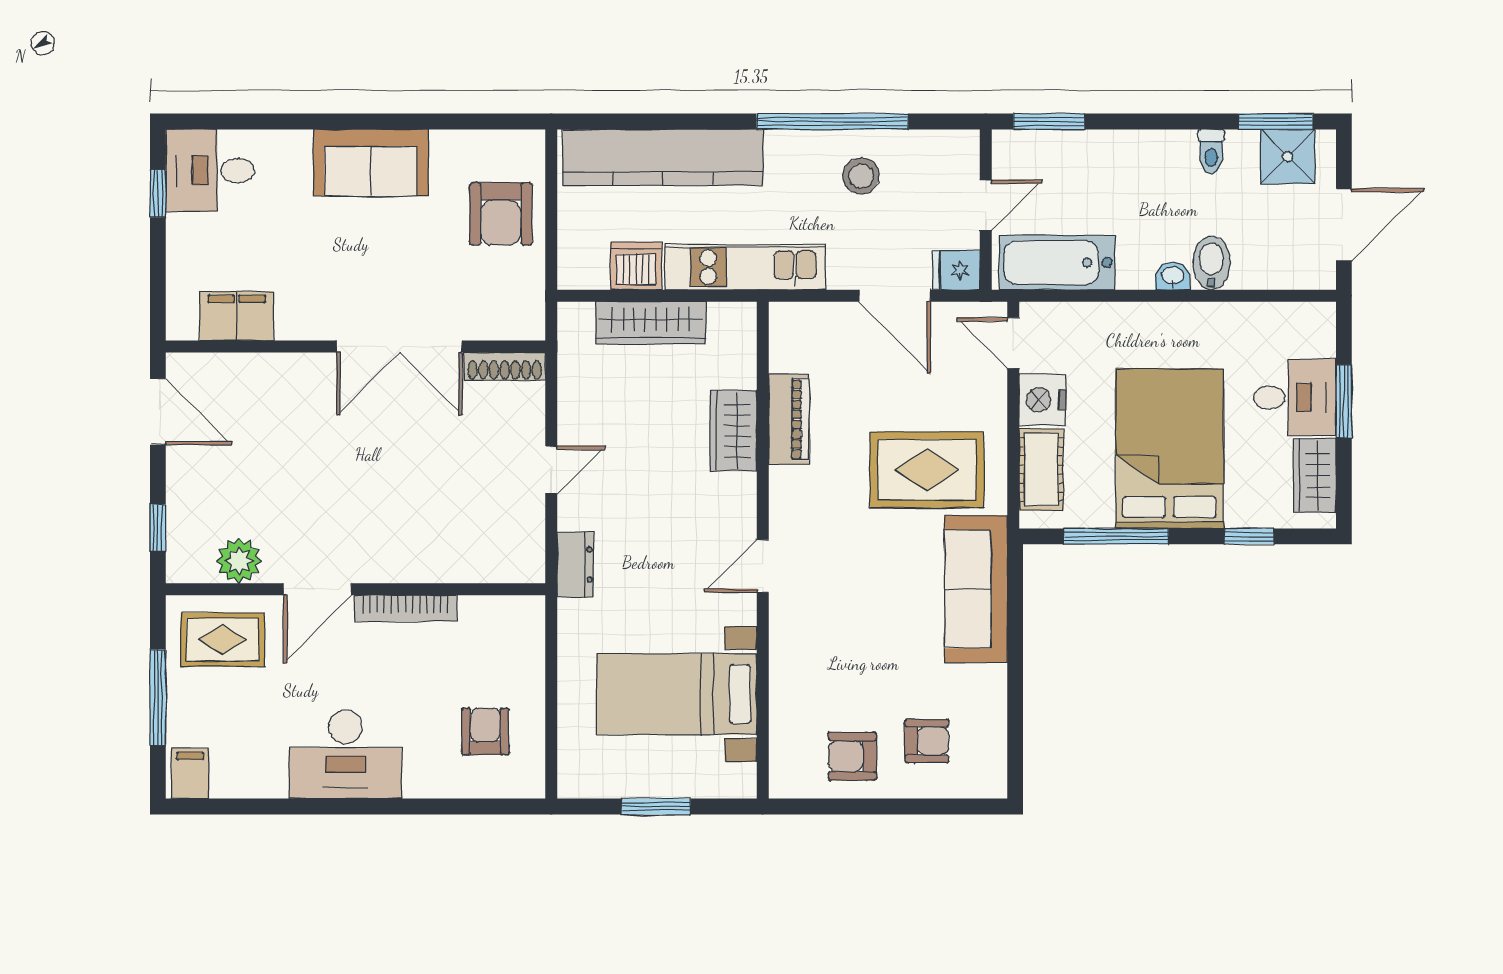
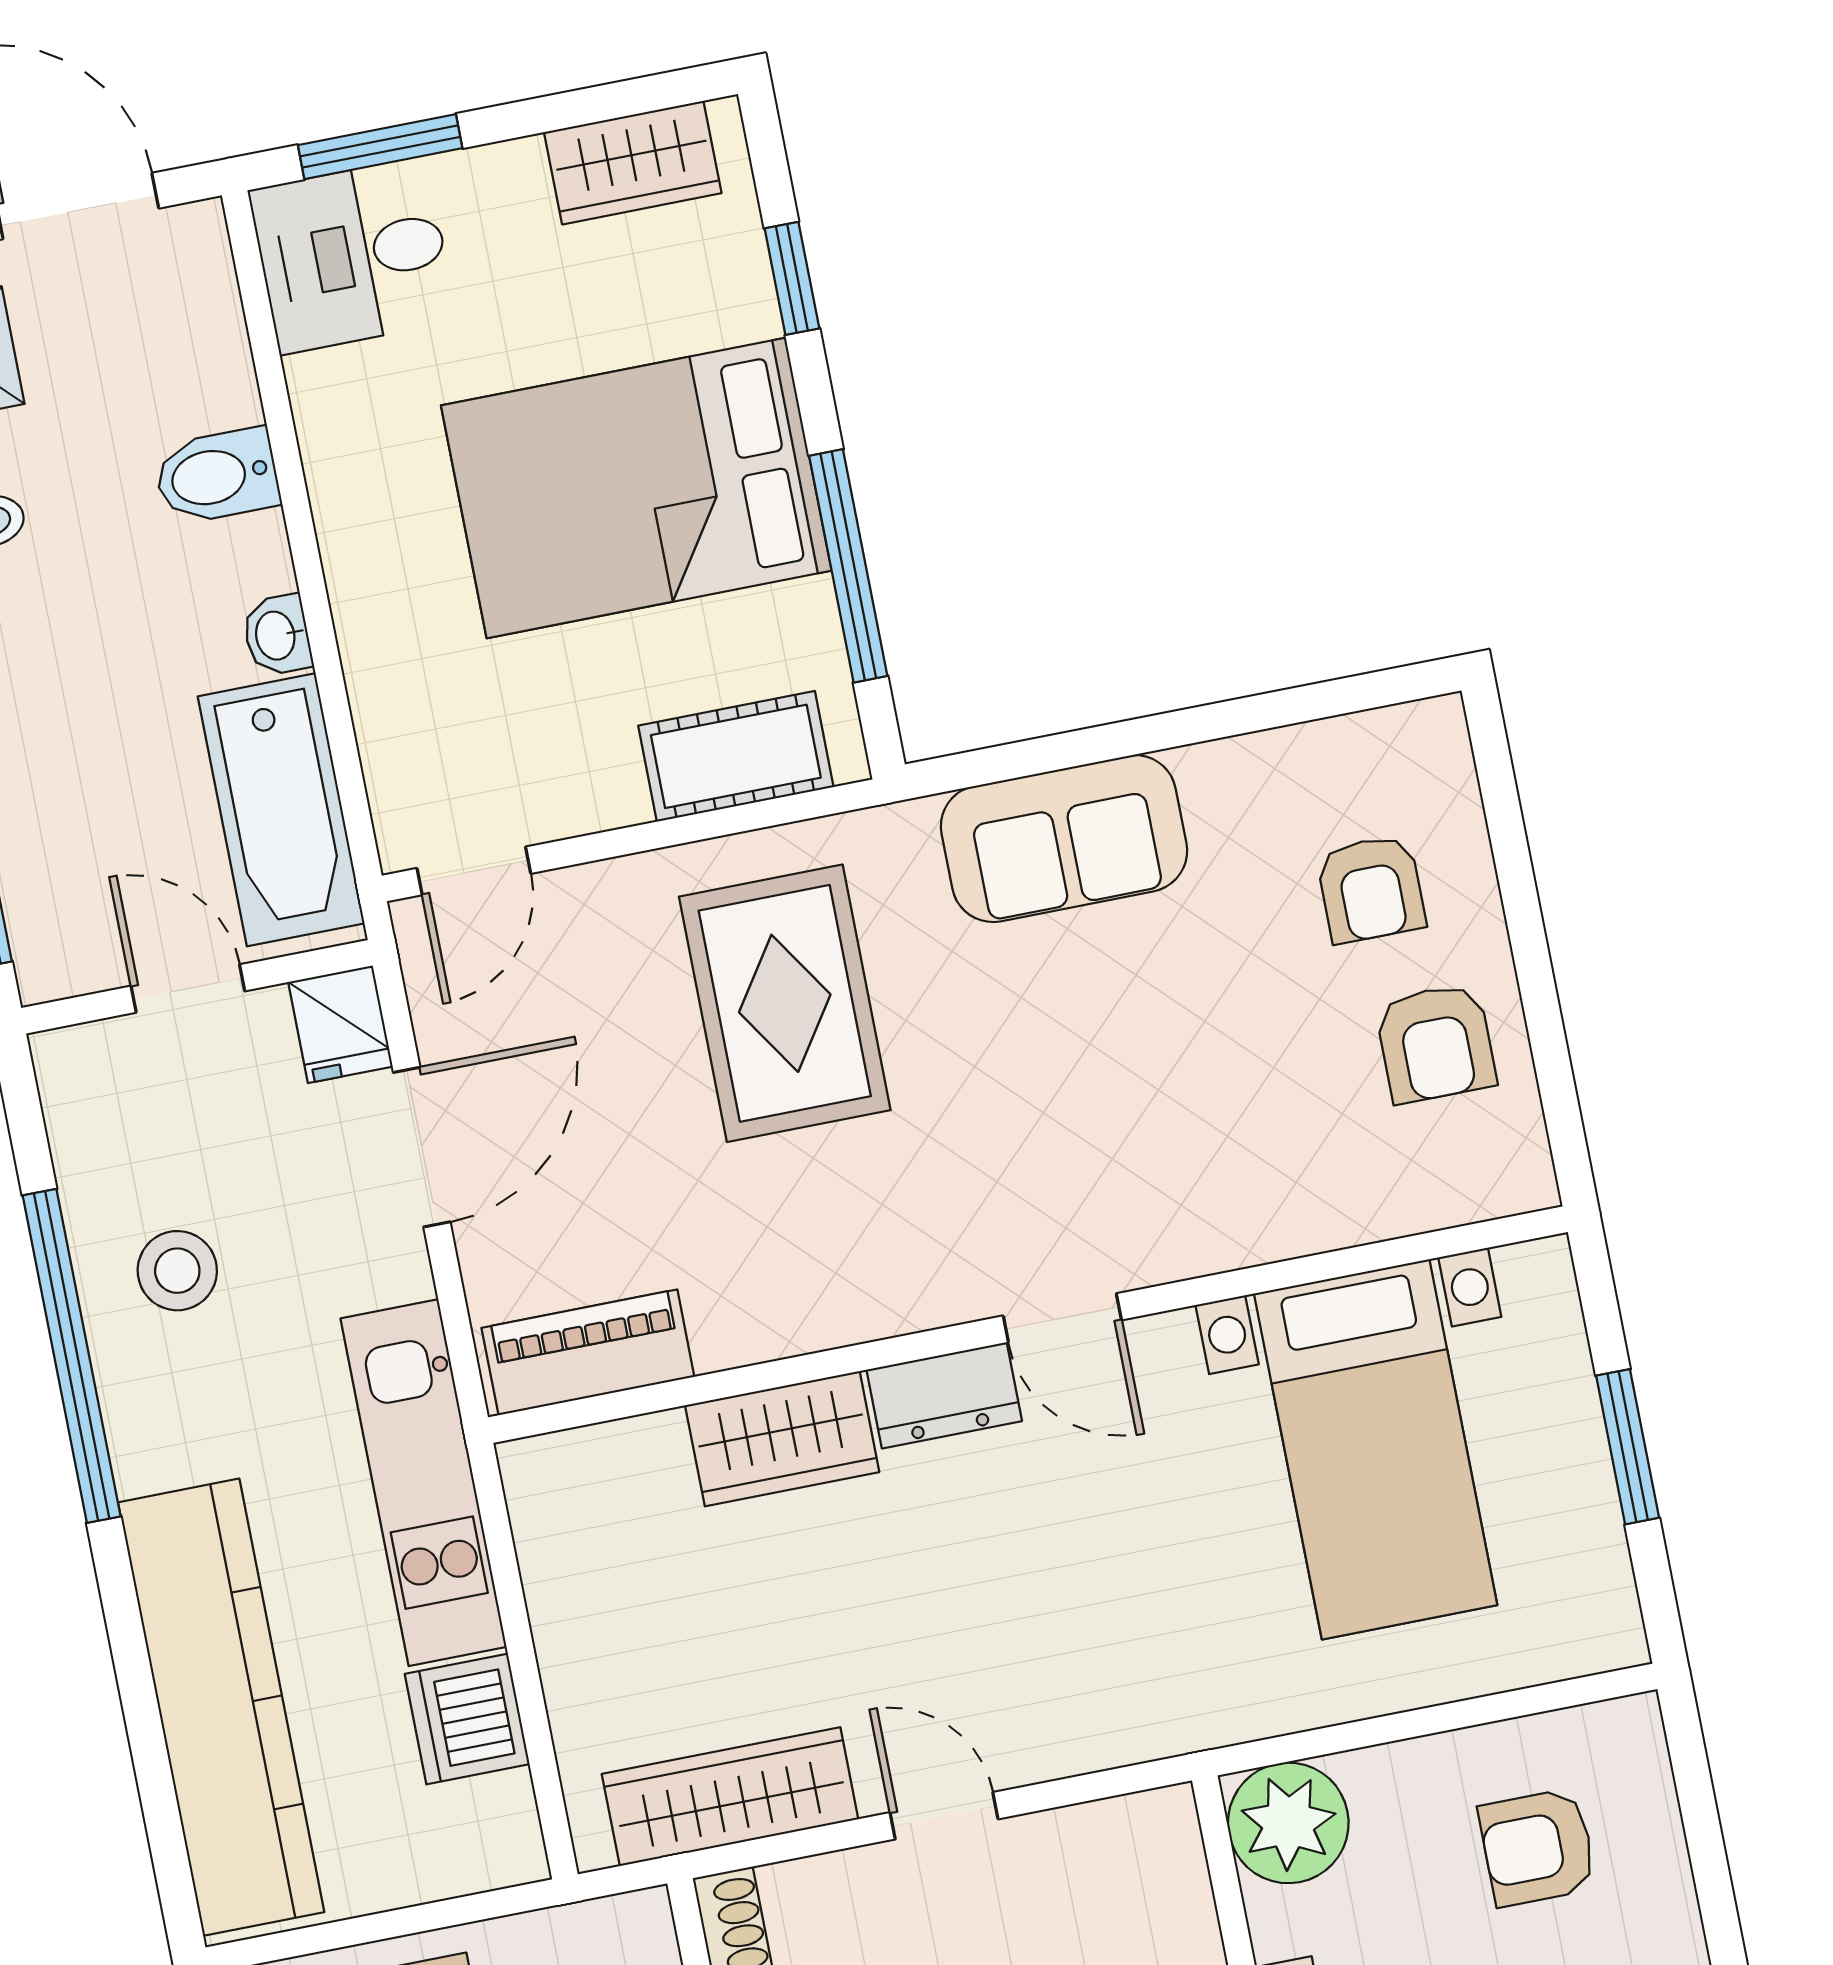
washbasin: (1173, 276) -> (277, 635), moved
wardrobe: (651, 323) -> (730, 1797), moved, turned -90
desk: (1295, 397) -> (353, 256), moved, turned -90
nightstand: (1042, 400) -> (584, 784), removed
window: (1344, 401) -> (380, 147), moved
piano: (789, 419) -> (588, 1352), moved
dresser: (575, 565) -> (944, 1395), moved, turned 180
sofa: (976, 589) -> (1064, 839), width x0.73
plant: (518, 622) -> (1288, 1823), added
armchair: (927, 741) -> (1371, 889), turned 180

